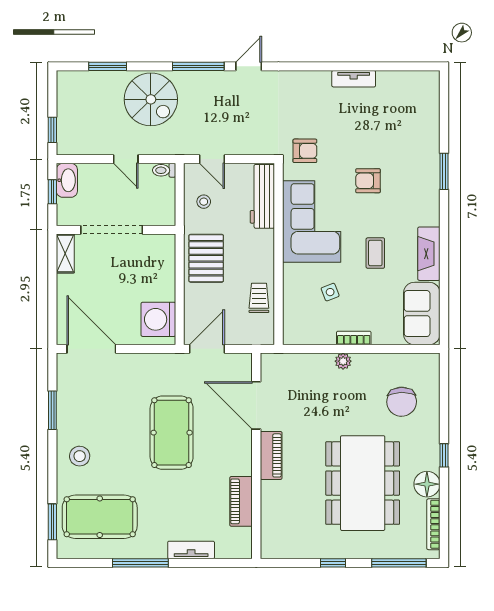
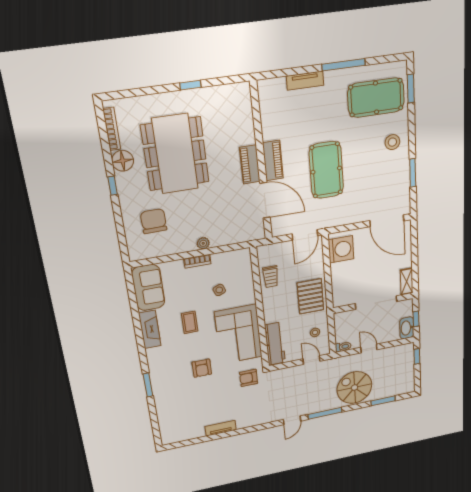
armchair: (368, 181) -> (202, 368), turned 90
piano: (241, 501) -> (273, 161), moved
window: (399, 563) -> (135, 93), removed

